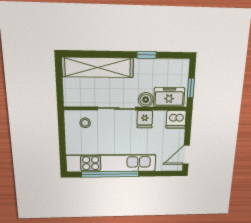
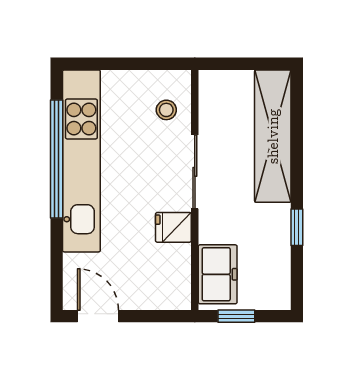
boiler: (146, 100) -> (213, 228), removed
dishwasher: (176, 119) -> (173, 291), removed

